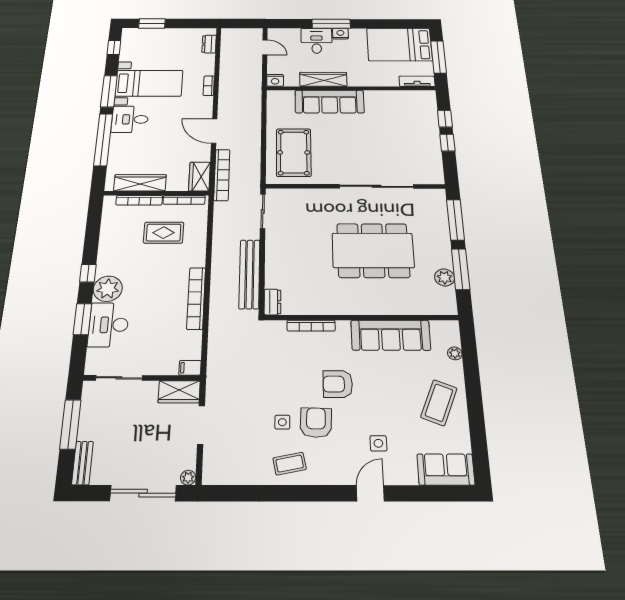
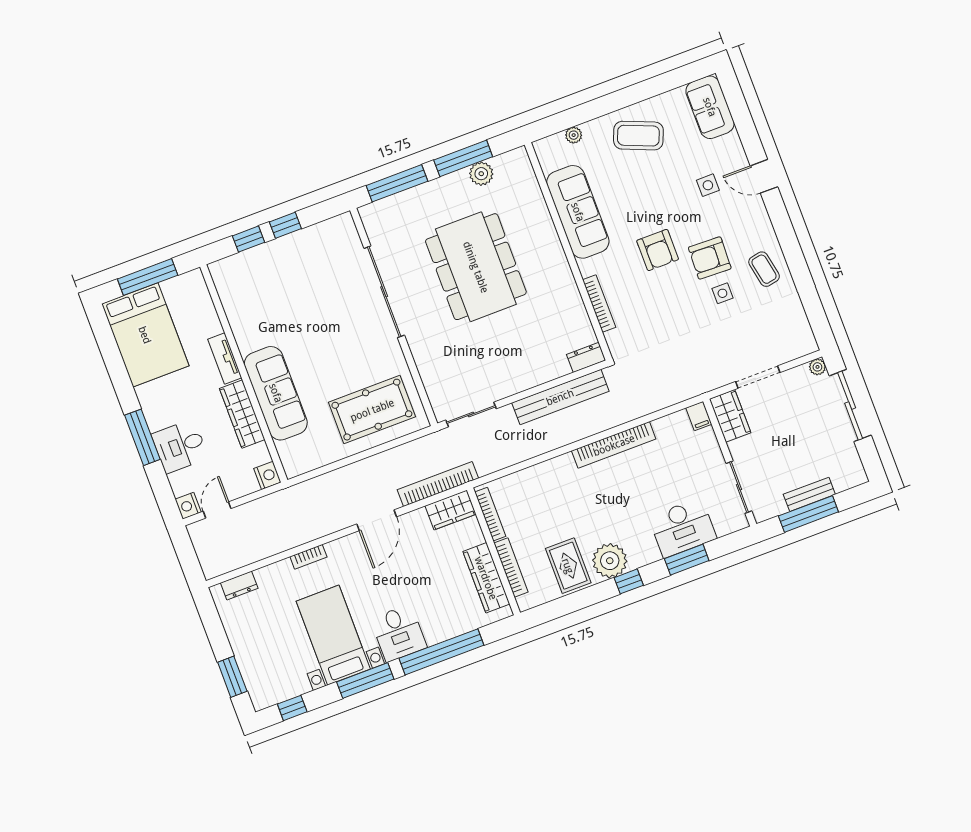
nightstand: (340, 34) -> (188, 506), moved
tv unit: (417, 81) -> (225, 359), moved
rug: (164, 233) -> (568, 566), moved
plant: (108, 289) -> (610, 561), moved
bench: (82, 463) -> (809, 494), moved

